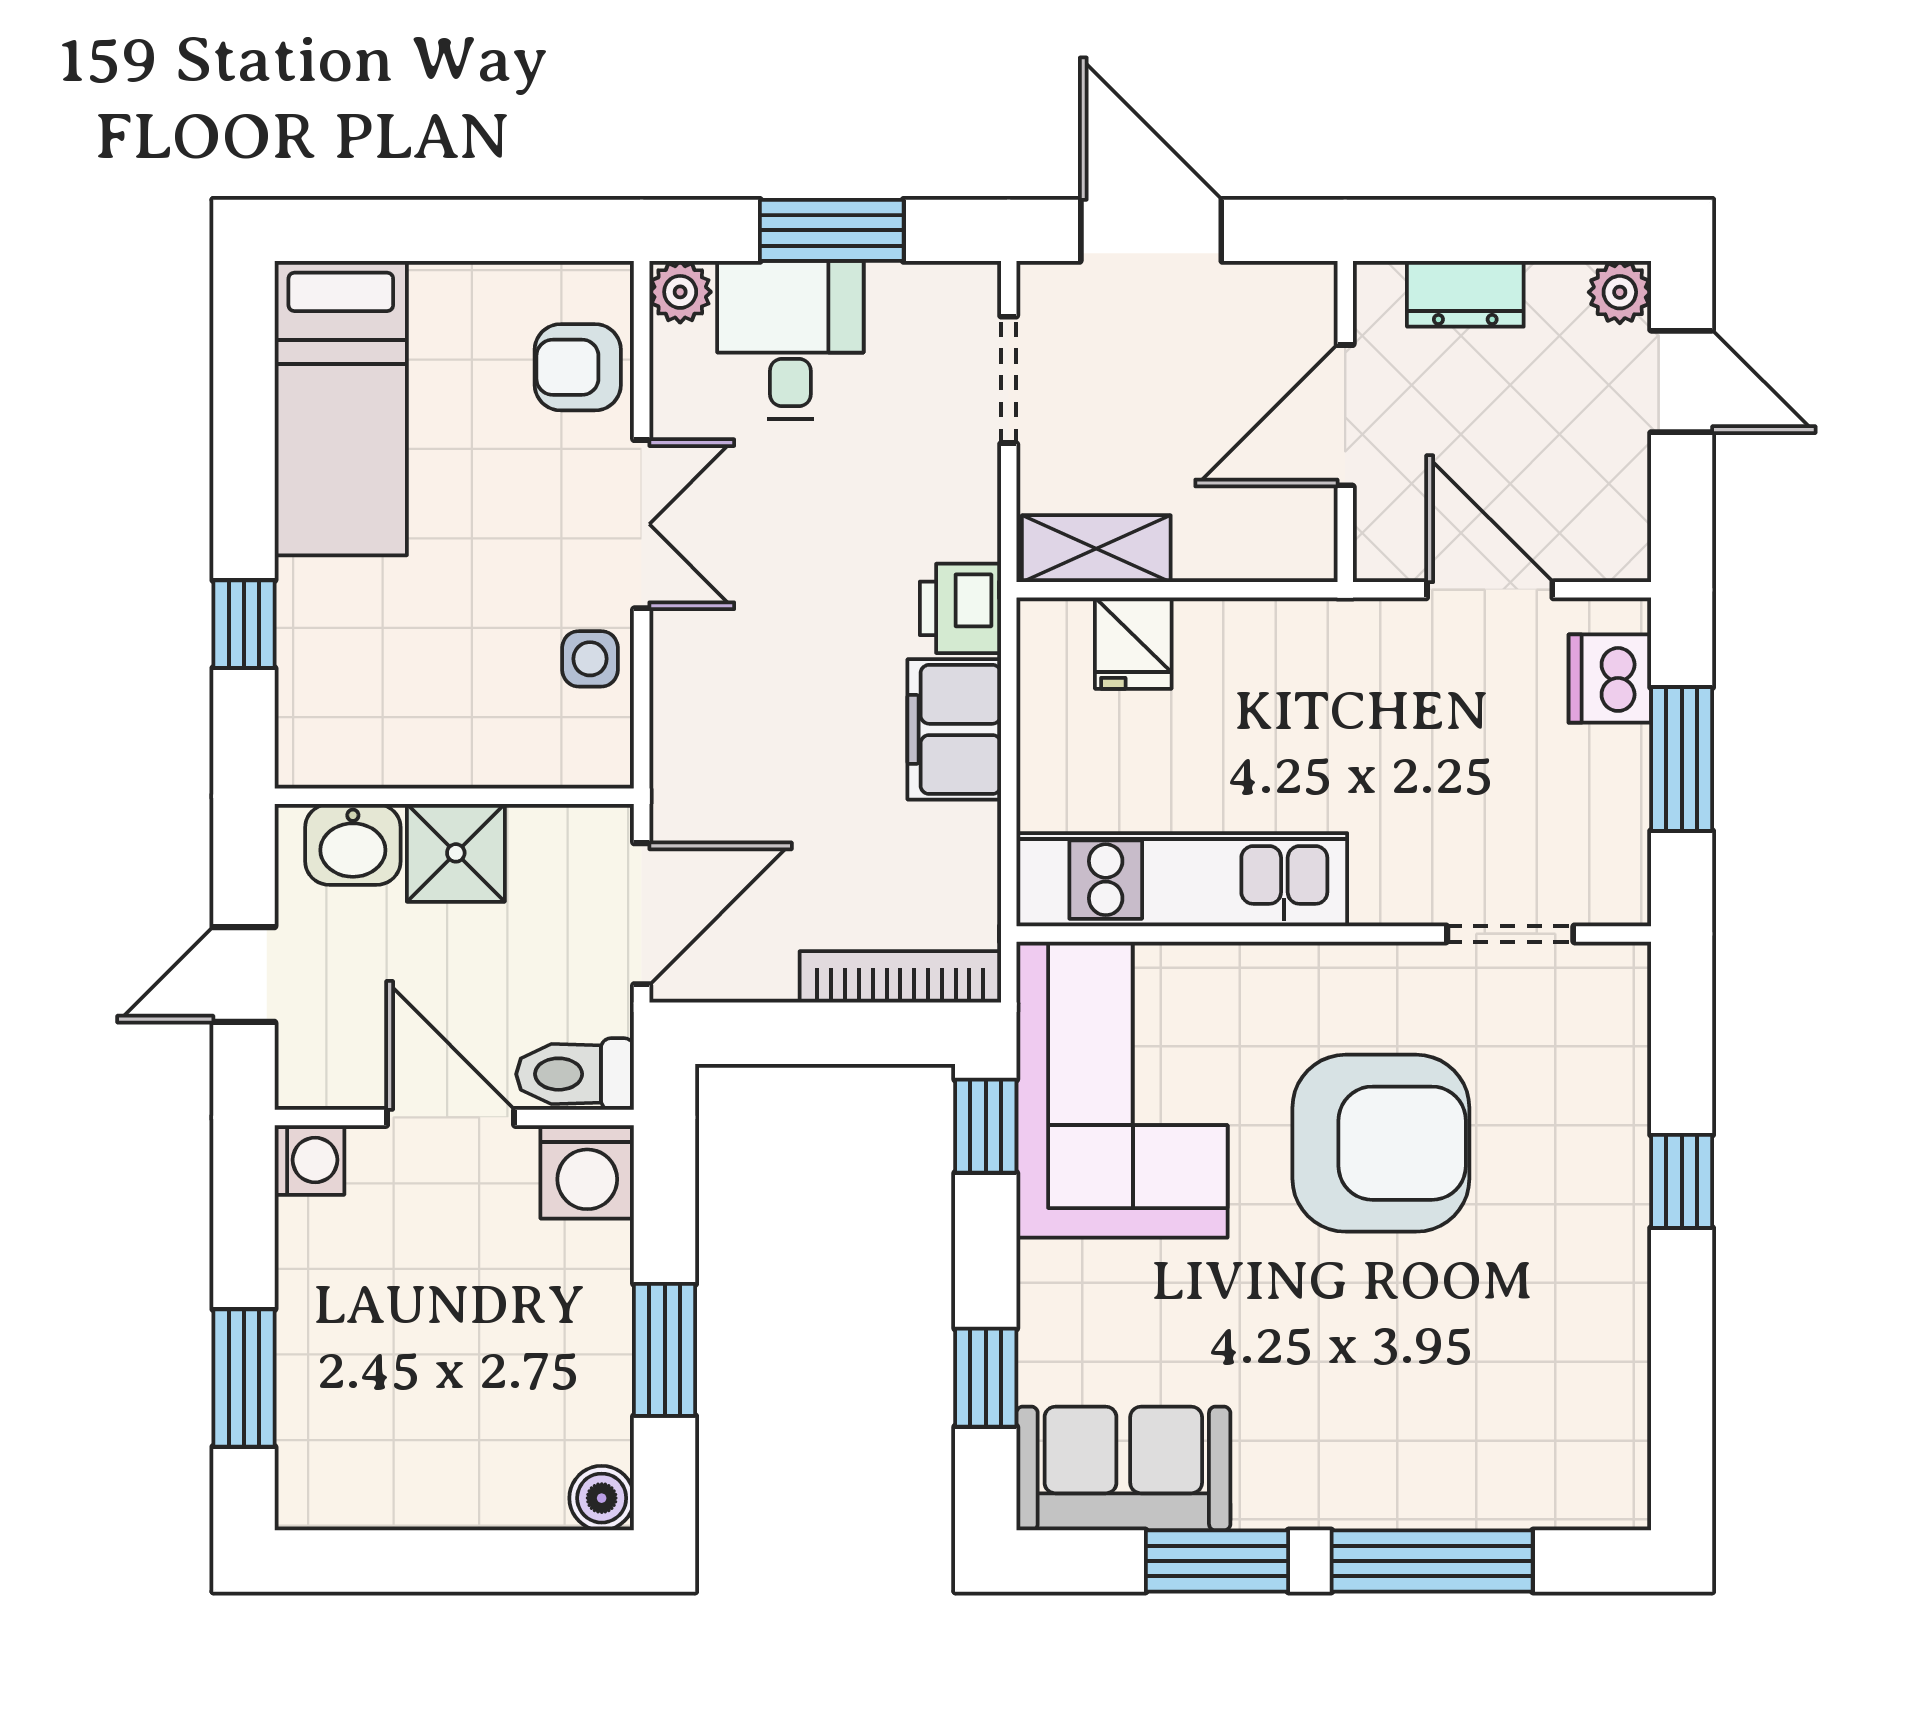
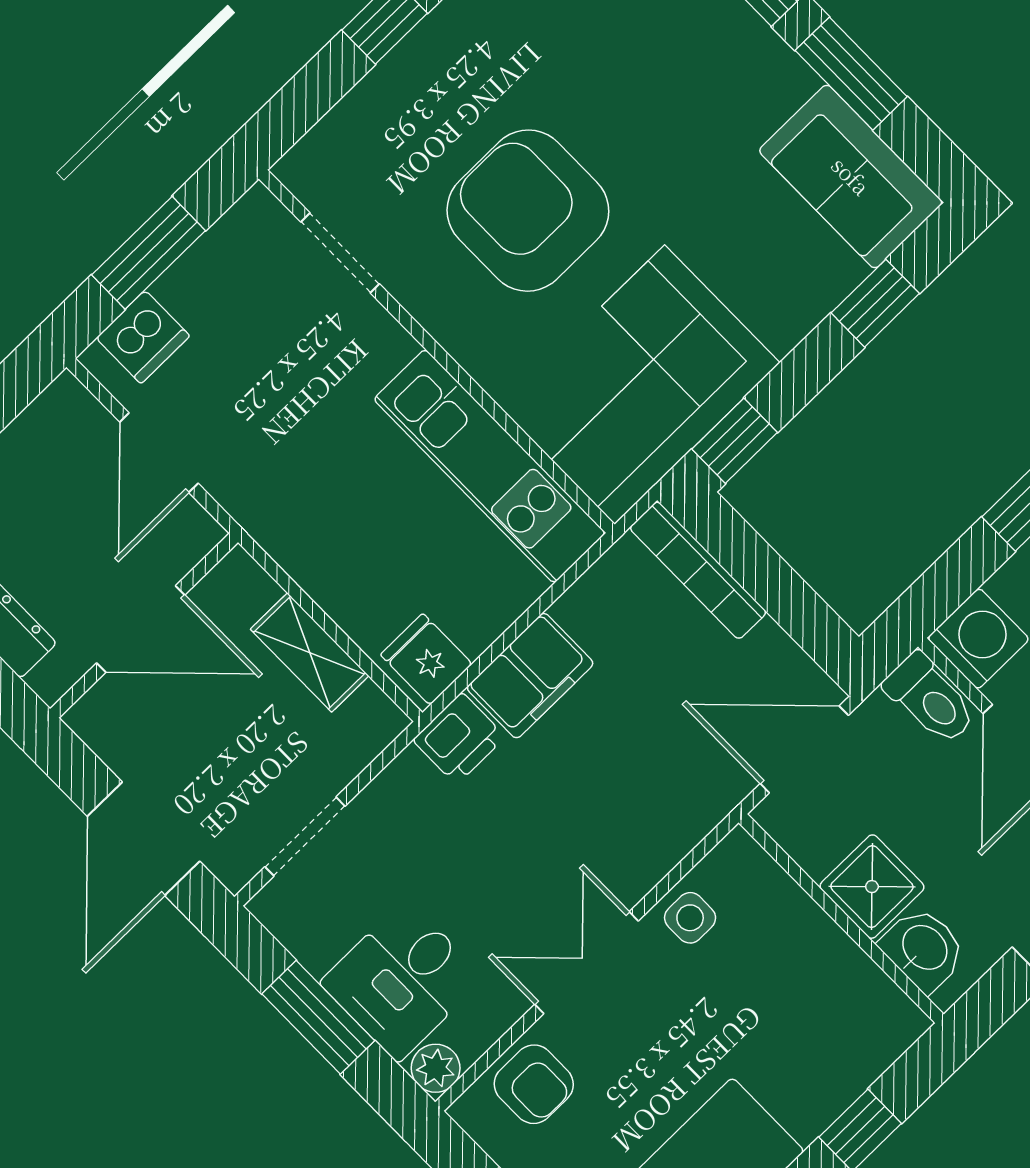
shelving: (1096, 549) -> (310, 652), moved
fridge: (1133, 643) -> (426, 659), moved, turned -90

